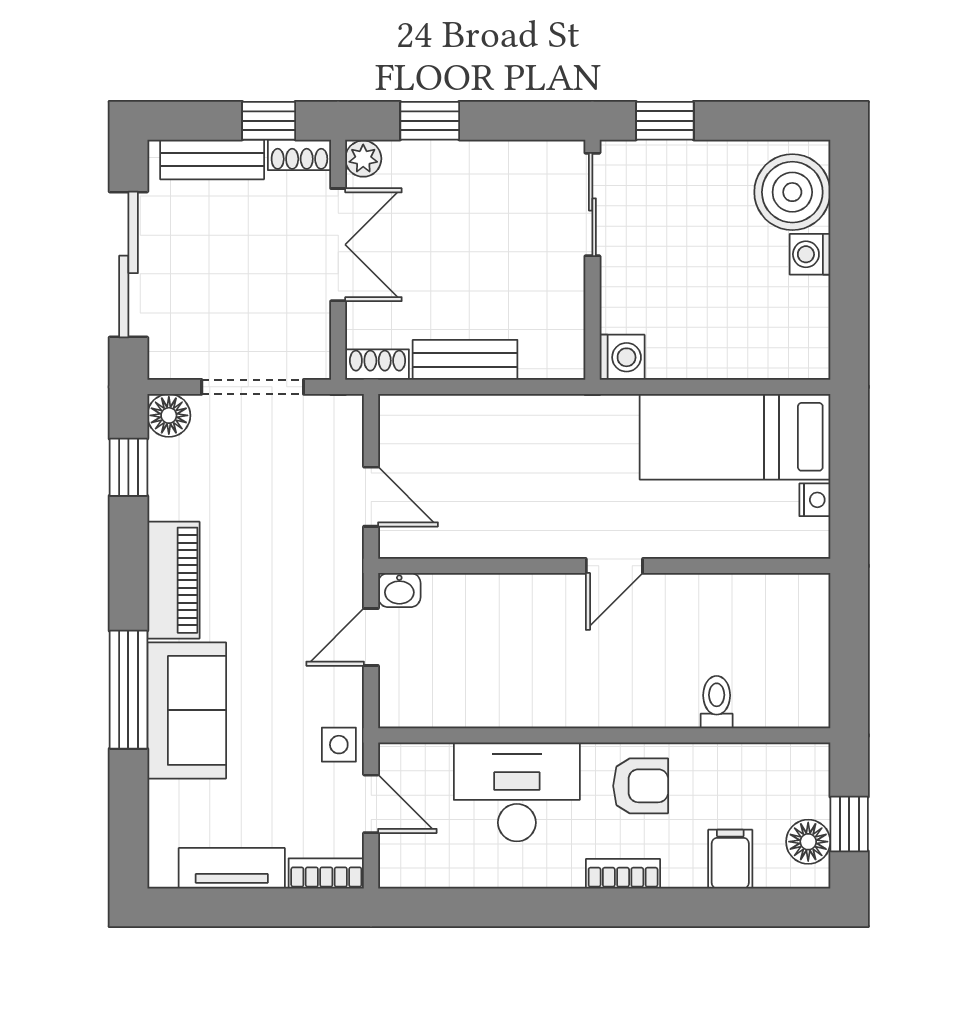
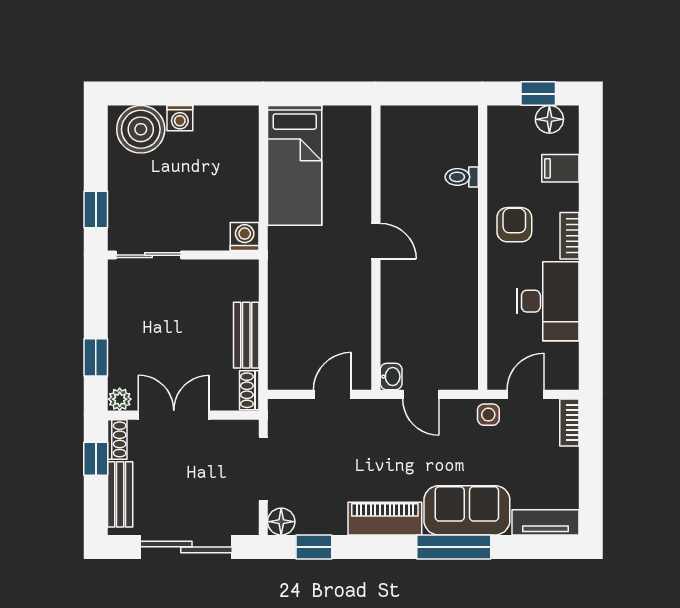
nightstand: (815, 500) -> (334, 115), removed
desk: (517, 792) -> (548, 301), moved, turned 180
tv unit: (232, 868) -> (546, 522), moved, turned 90

